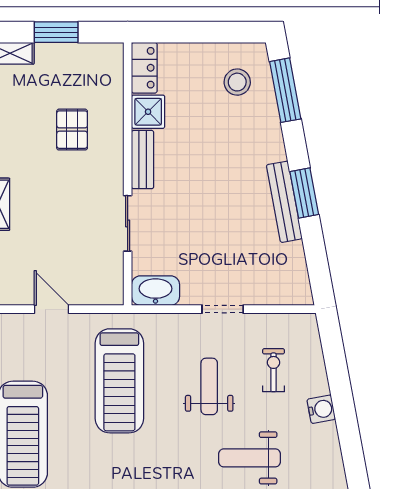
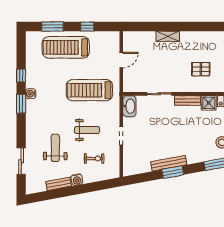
bench: (331, 451) -> (59, 184), added

